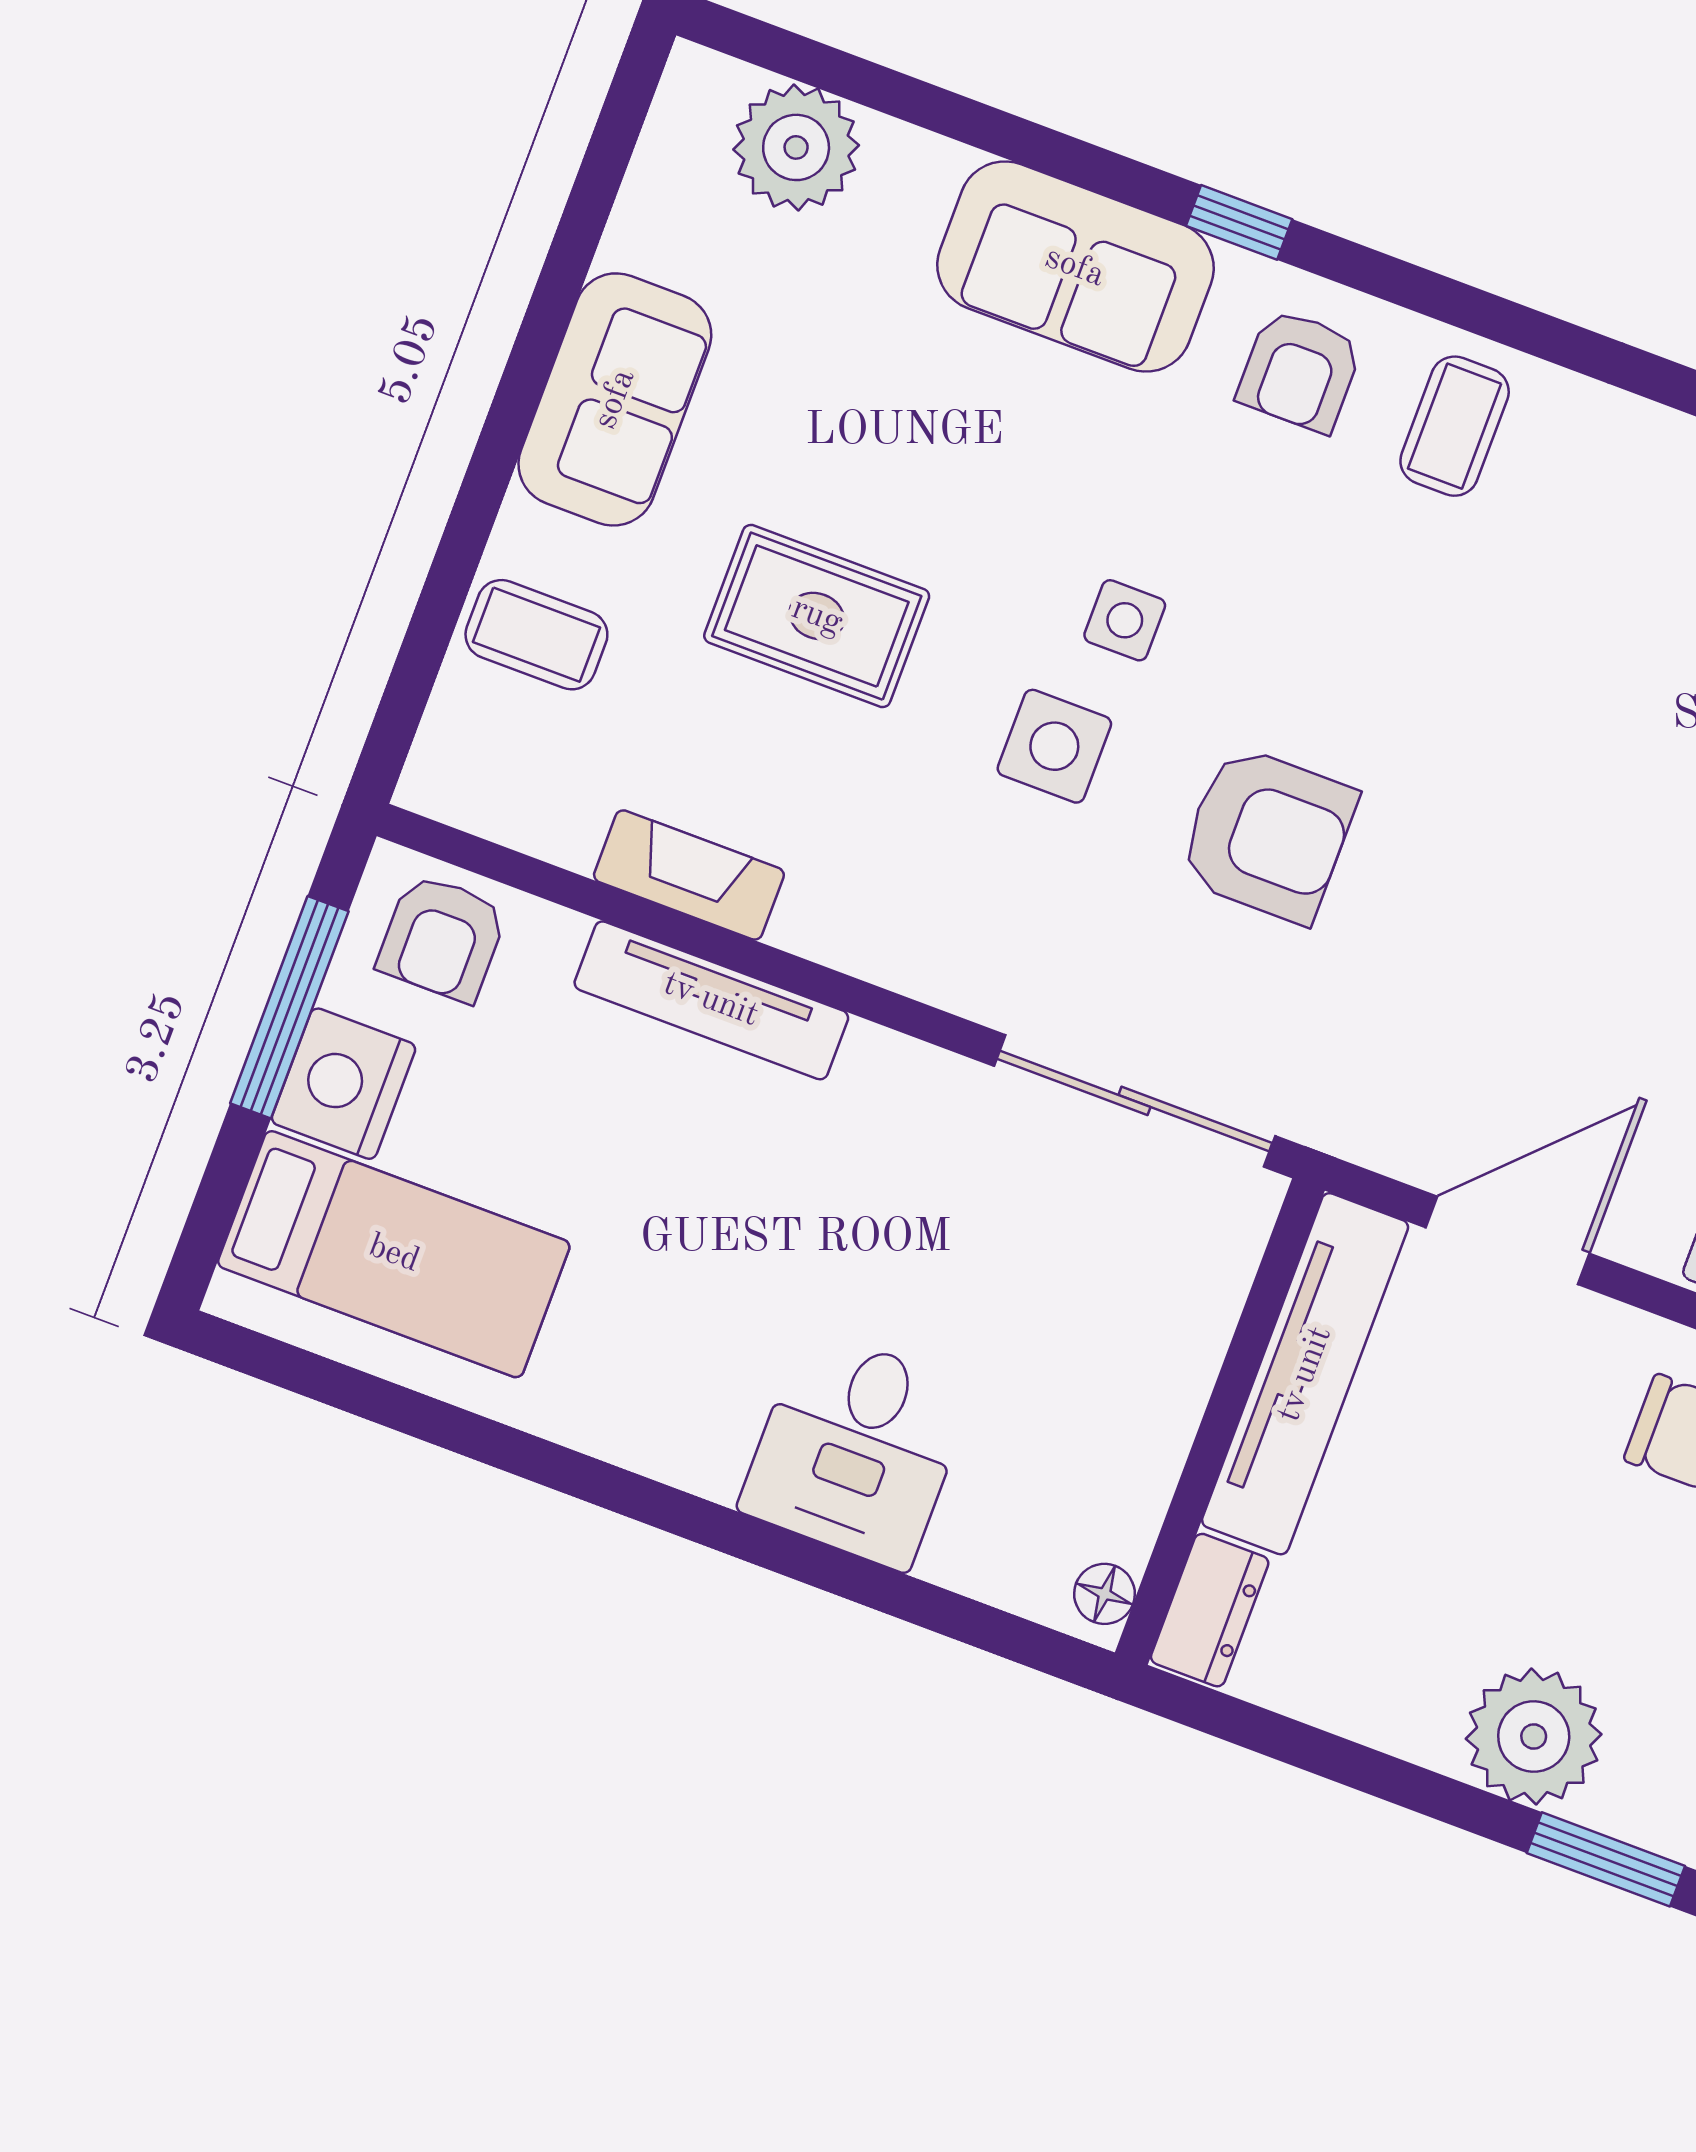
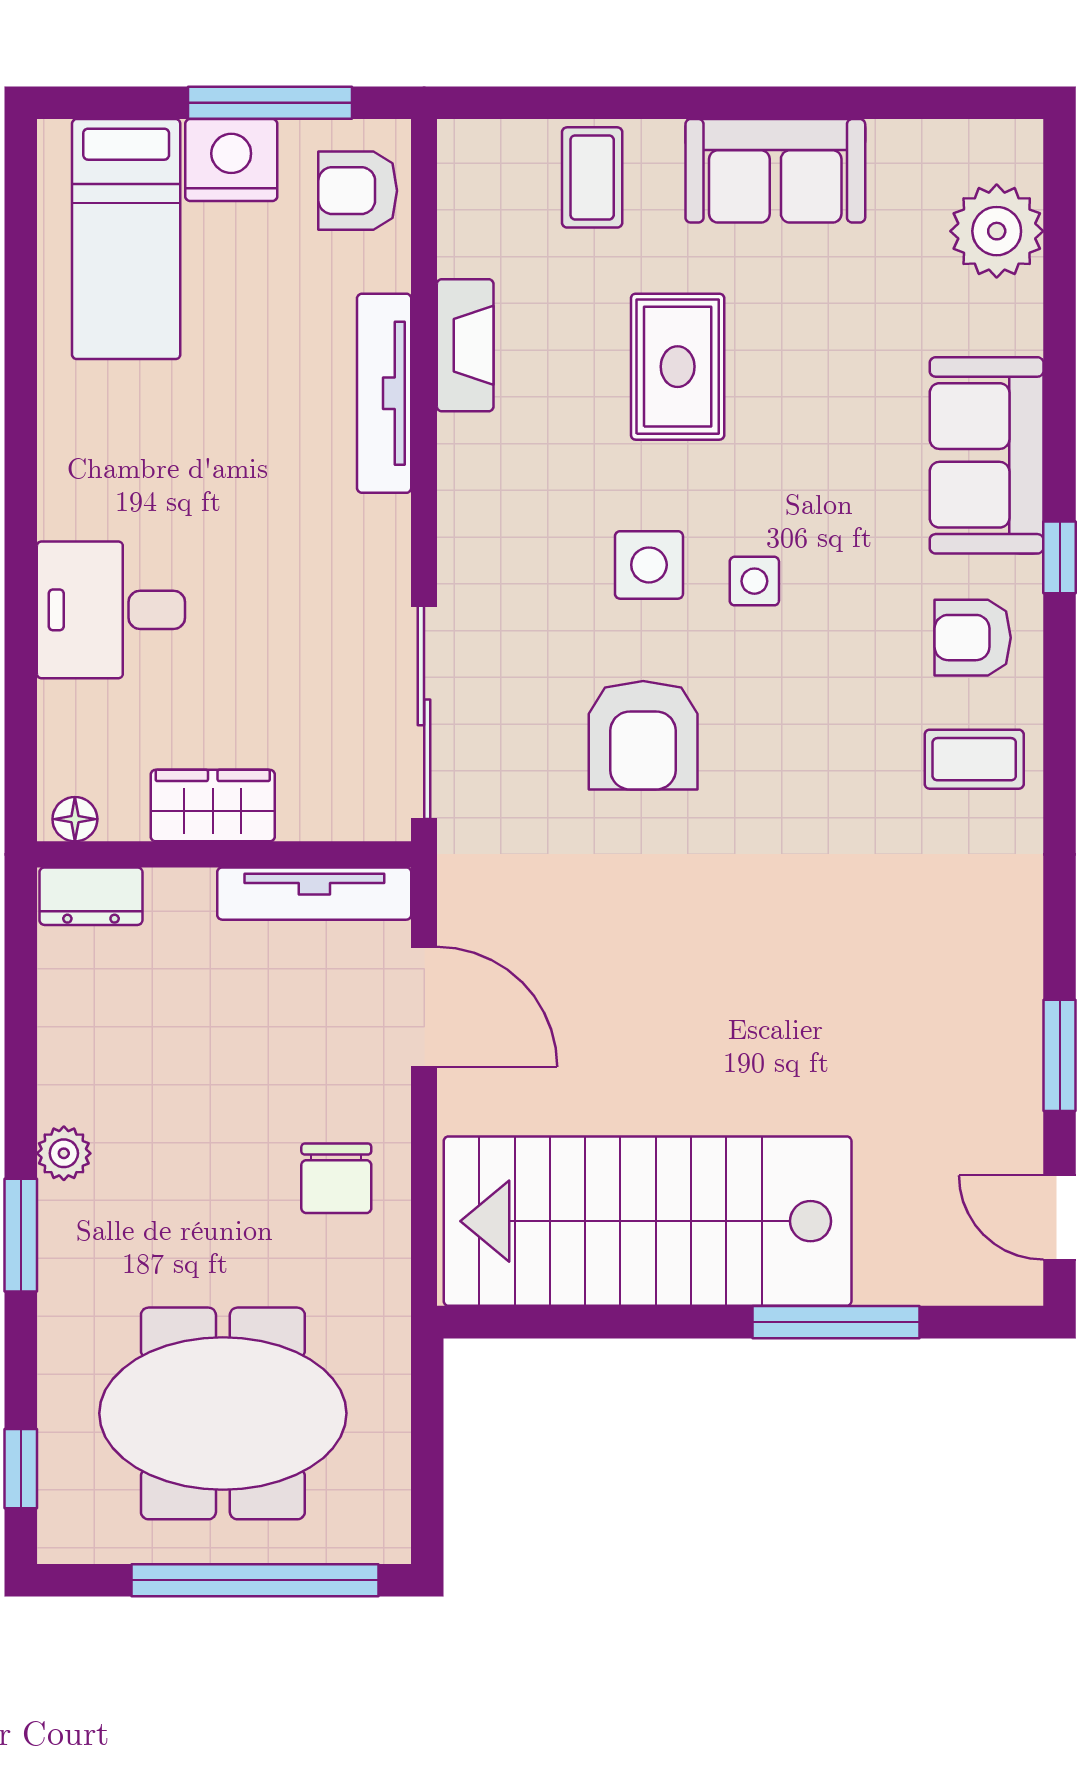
tv unit: (1305, 1374) -> (314, 894), width x0.73, depth x0.78
wardrobe: (1153, 1413) -> (213, 806), added
plant: (1534, 1737) -> (64, 1153), width x0.53, depth x0.53

